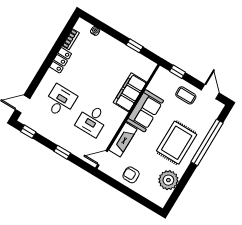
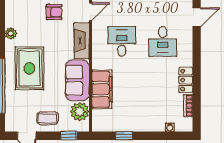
plant: (158, 86) -> (80, 112), added
plant: (168, 180) -> (11, 33), width x0.53, depth x0.53

